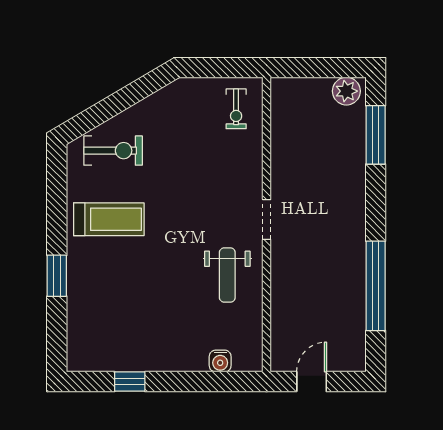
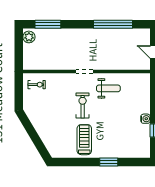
exercise bike: (113, 151) -> (83, 105), moved
water cooler: (220, 361) -> (146, 119), moved

